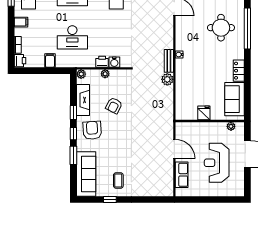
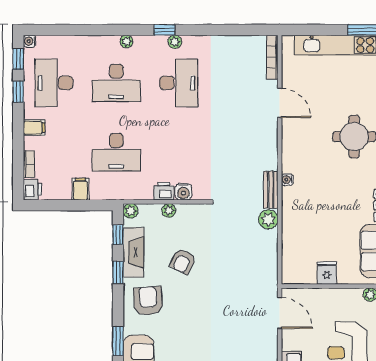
window: (73, 134) -> (118, 235), moved
door: (174, 149) -> (280, 313), moved

